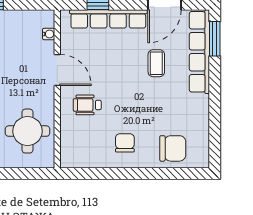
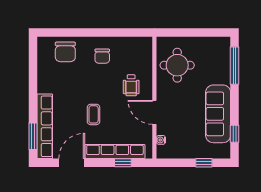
coffee table: (156, 63) -> (94, 114), moved
wheelchair: (87, 105) -> (131, 85), turned 90
chair: (173, 148) -> (65, 52), turned -90

